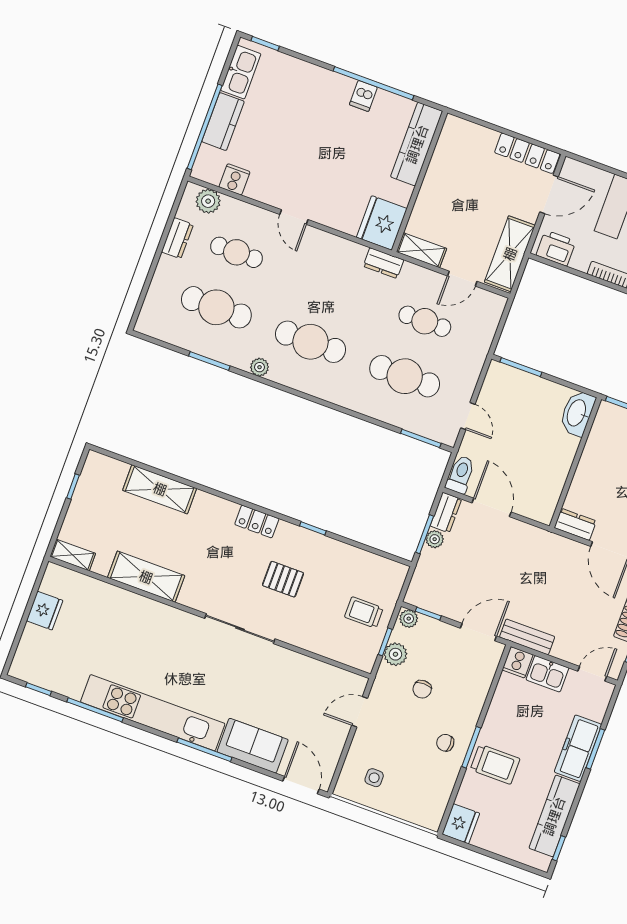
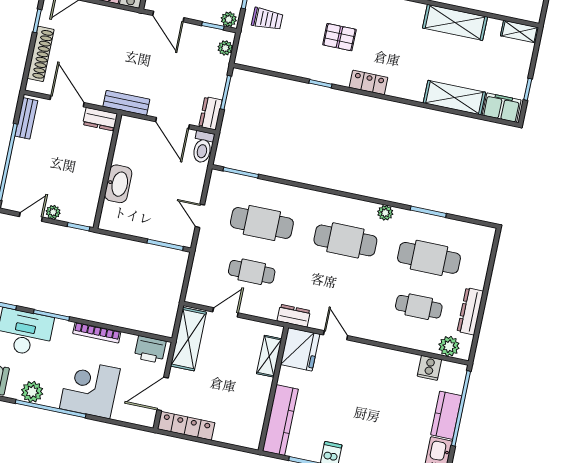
door: (294, 217) -> (336, 335), moved
dresser: (177, 238) -> (470, 311), width x1.44
shelving: (421, 250) -> (269, 356), moved, turned 90
washbasin: (577, 413) -> (118, 184), moved
door: (468, 416) -> (200, 216), moved
filing cabinet: (106, 470) -> (502, 108), added
plant: (435, 539) -> (225, 48), moved
door: (478, 632) -> (168, 17), hinge flipped
bench: (527, 637) -> (126, 103), moved

